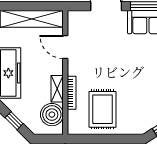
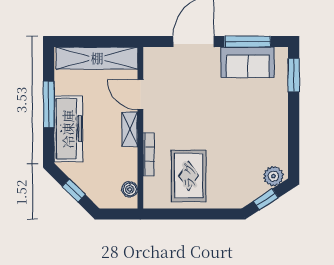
shelving: (57, 89) -> (130, 129), moved
boiler: (52, 115) -> (130, 189), width x0.54, depth x0.54

